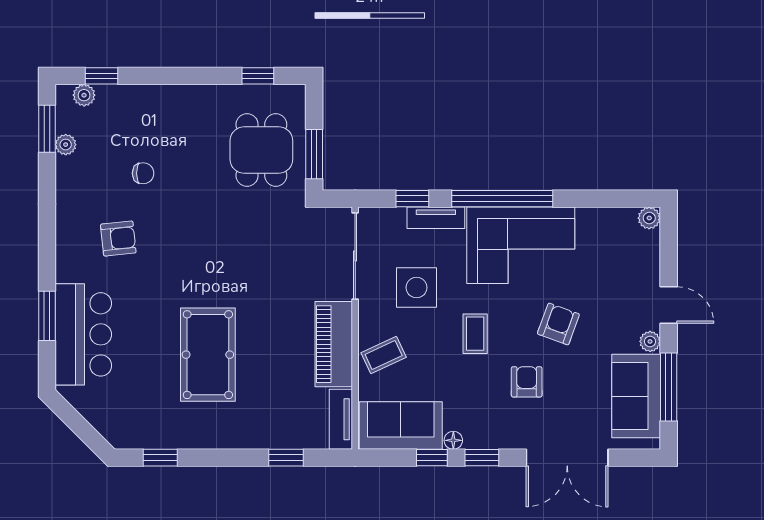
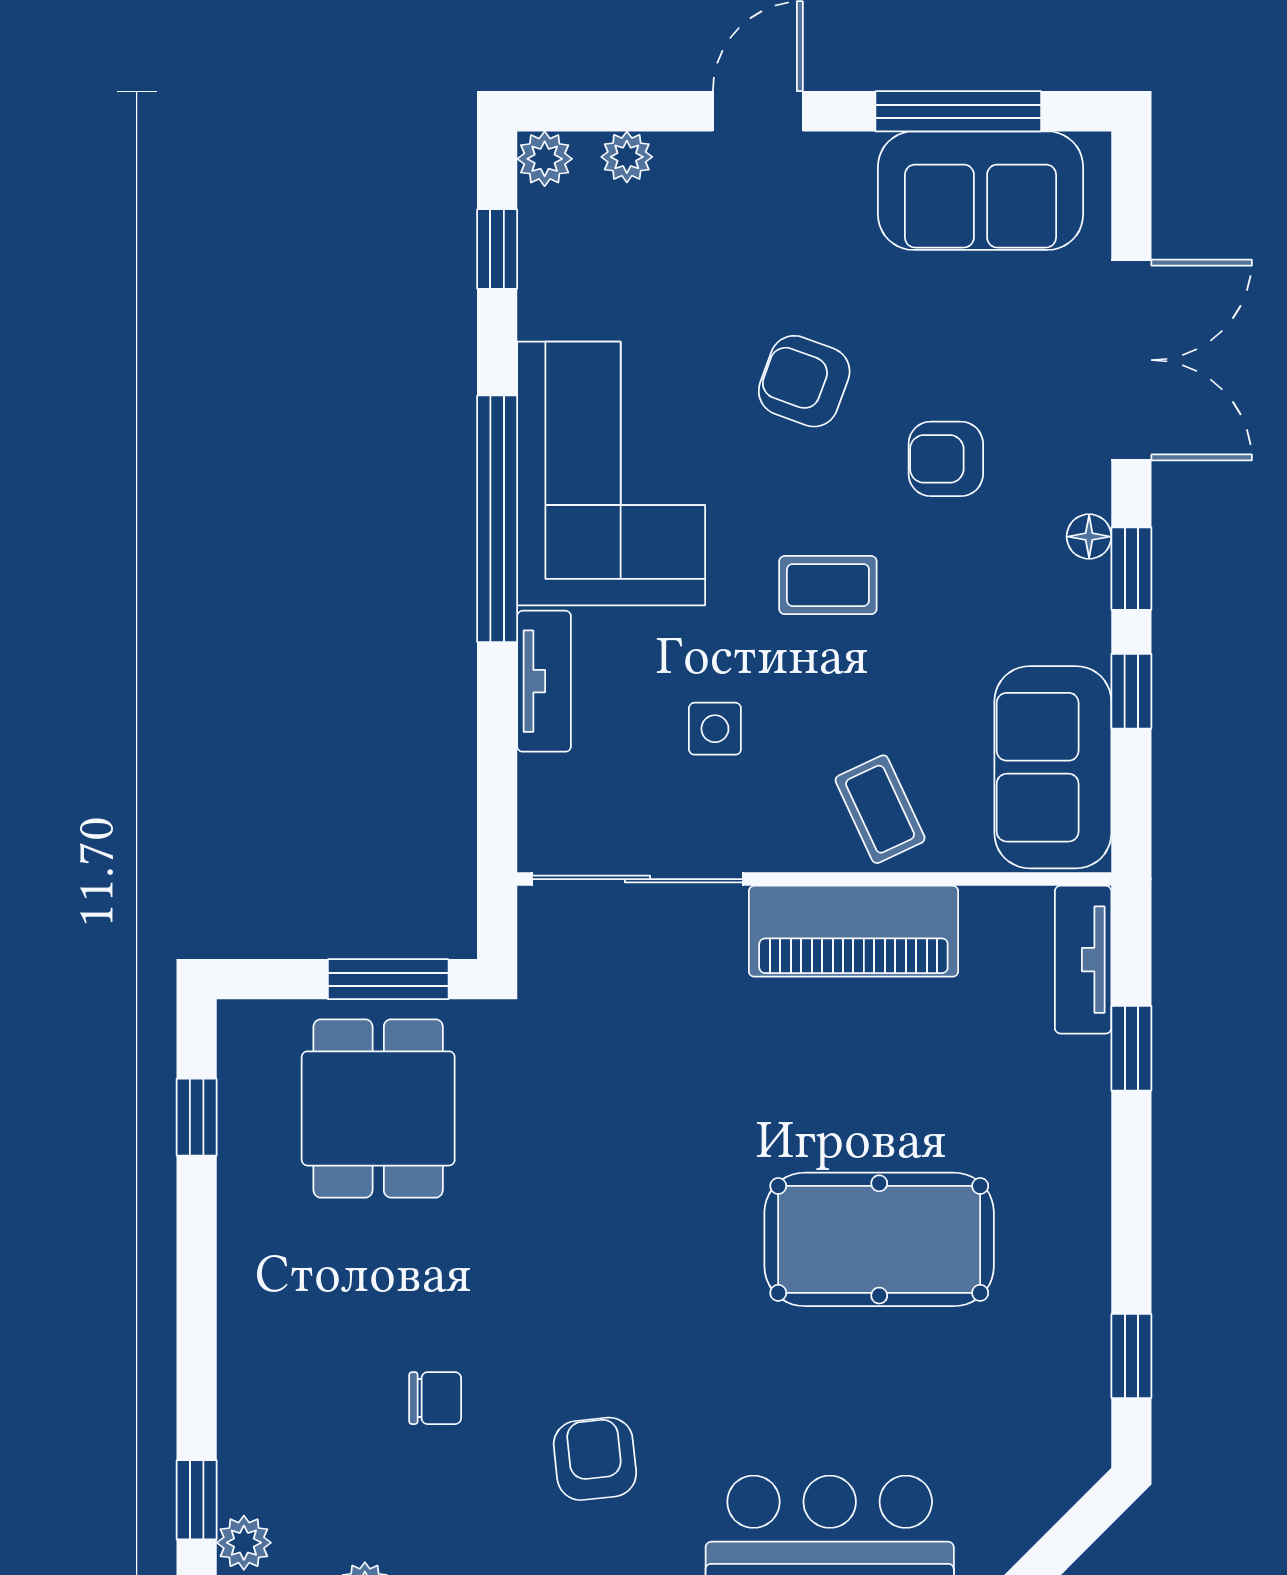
dining table: (261, 150) -> (378, 1108), turned 90
chair: (143, 173) -> (435, 1398), turned 90
window: (412, 199) -> (497, 249), moved
side table: (416, 288) -> (715, 729), width x0.54, depth x0.54
plant: (650, 341) -> (627, 157), moved
tv unit: (341, 419) -> (1083, 960), moved, turned 90
floor lamp: (453, 440) -> (1089, 537), moved

